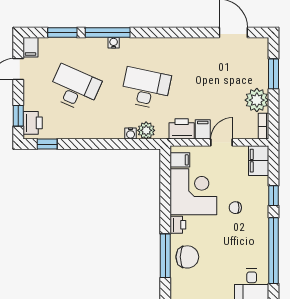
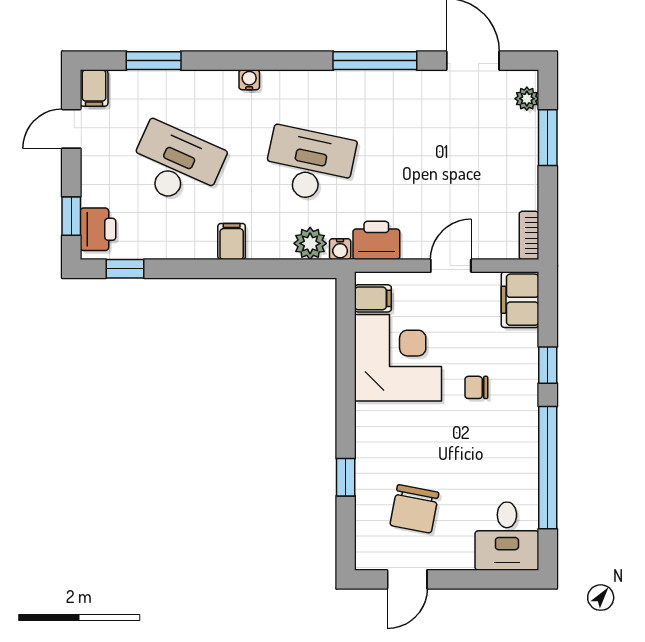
window: (108, 33) -> (375, 61), moved
plant: (257, 100) -> (527, 99), moved, width x0.53, depth x0.53
filing cabinet: (203, 129) -> (232, 241), moved
water cooler: (131, 134) -> (340, 249), moved
printer: (178, 225) -> (369, 419), removed
window: (165, 256) -> (346, 477), width x0.46
chair: (187, 257) -> (414, 509), moved, turned 101

